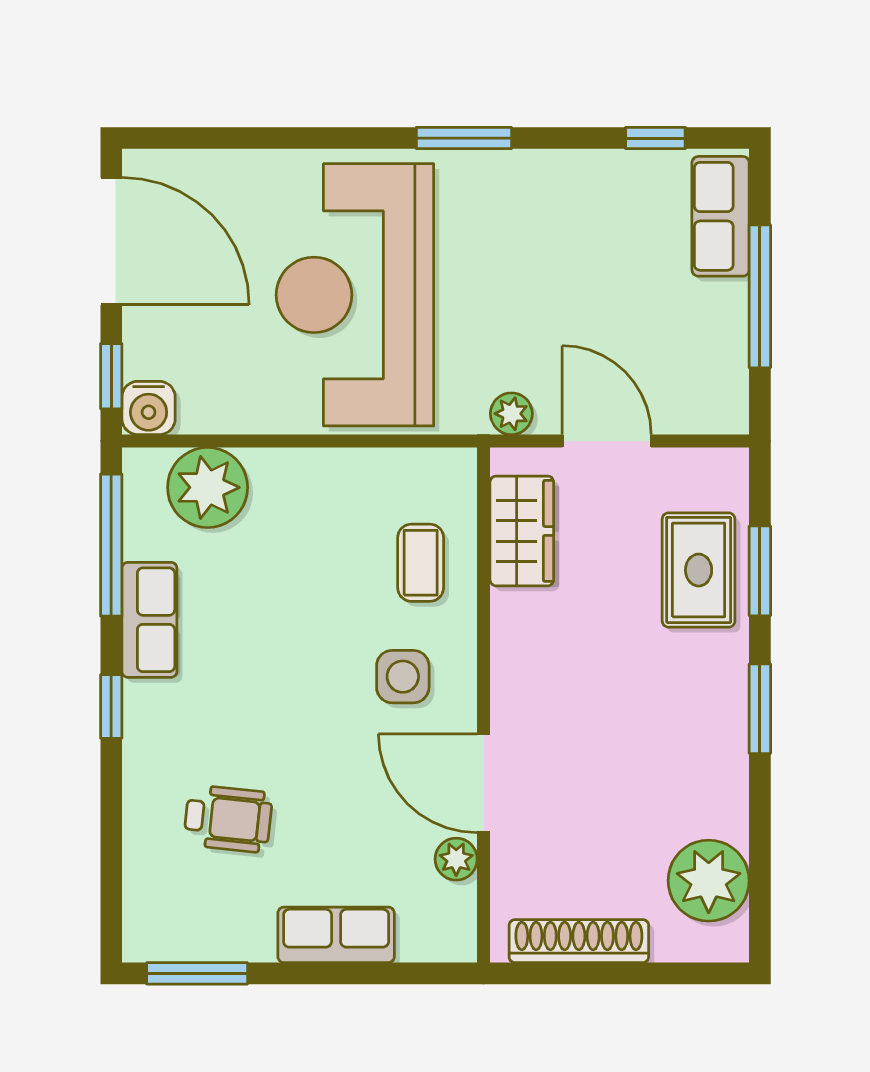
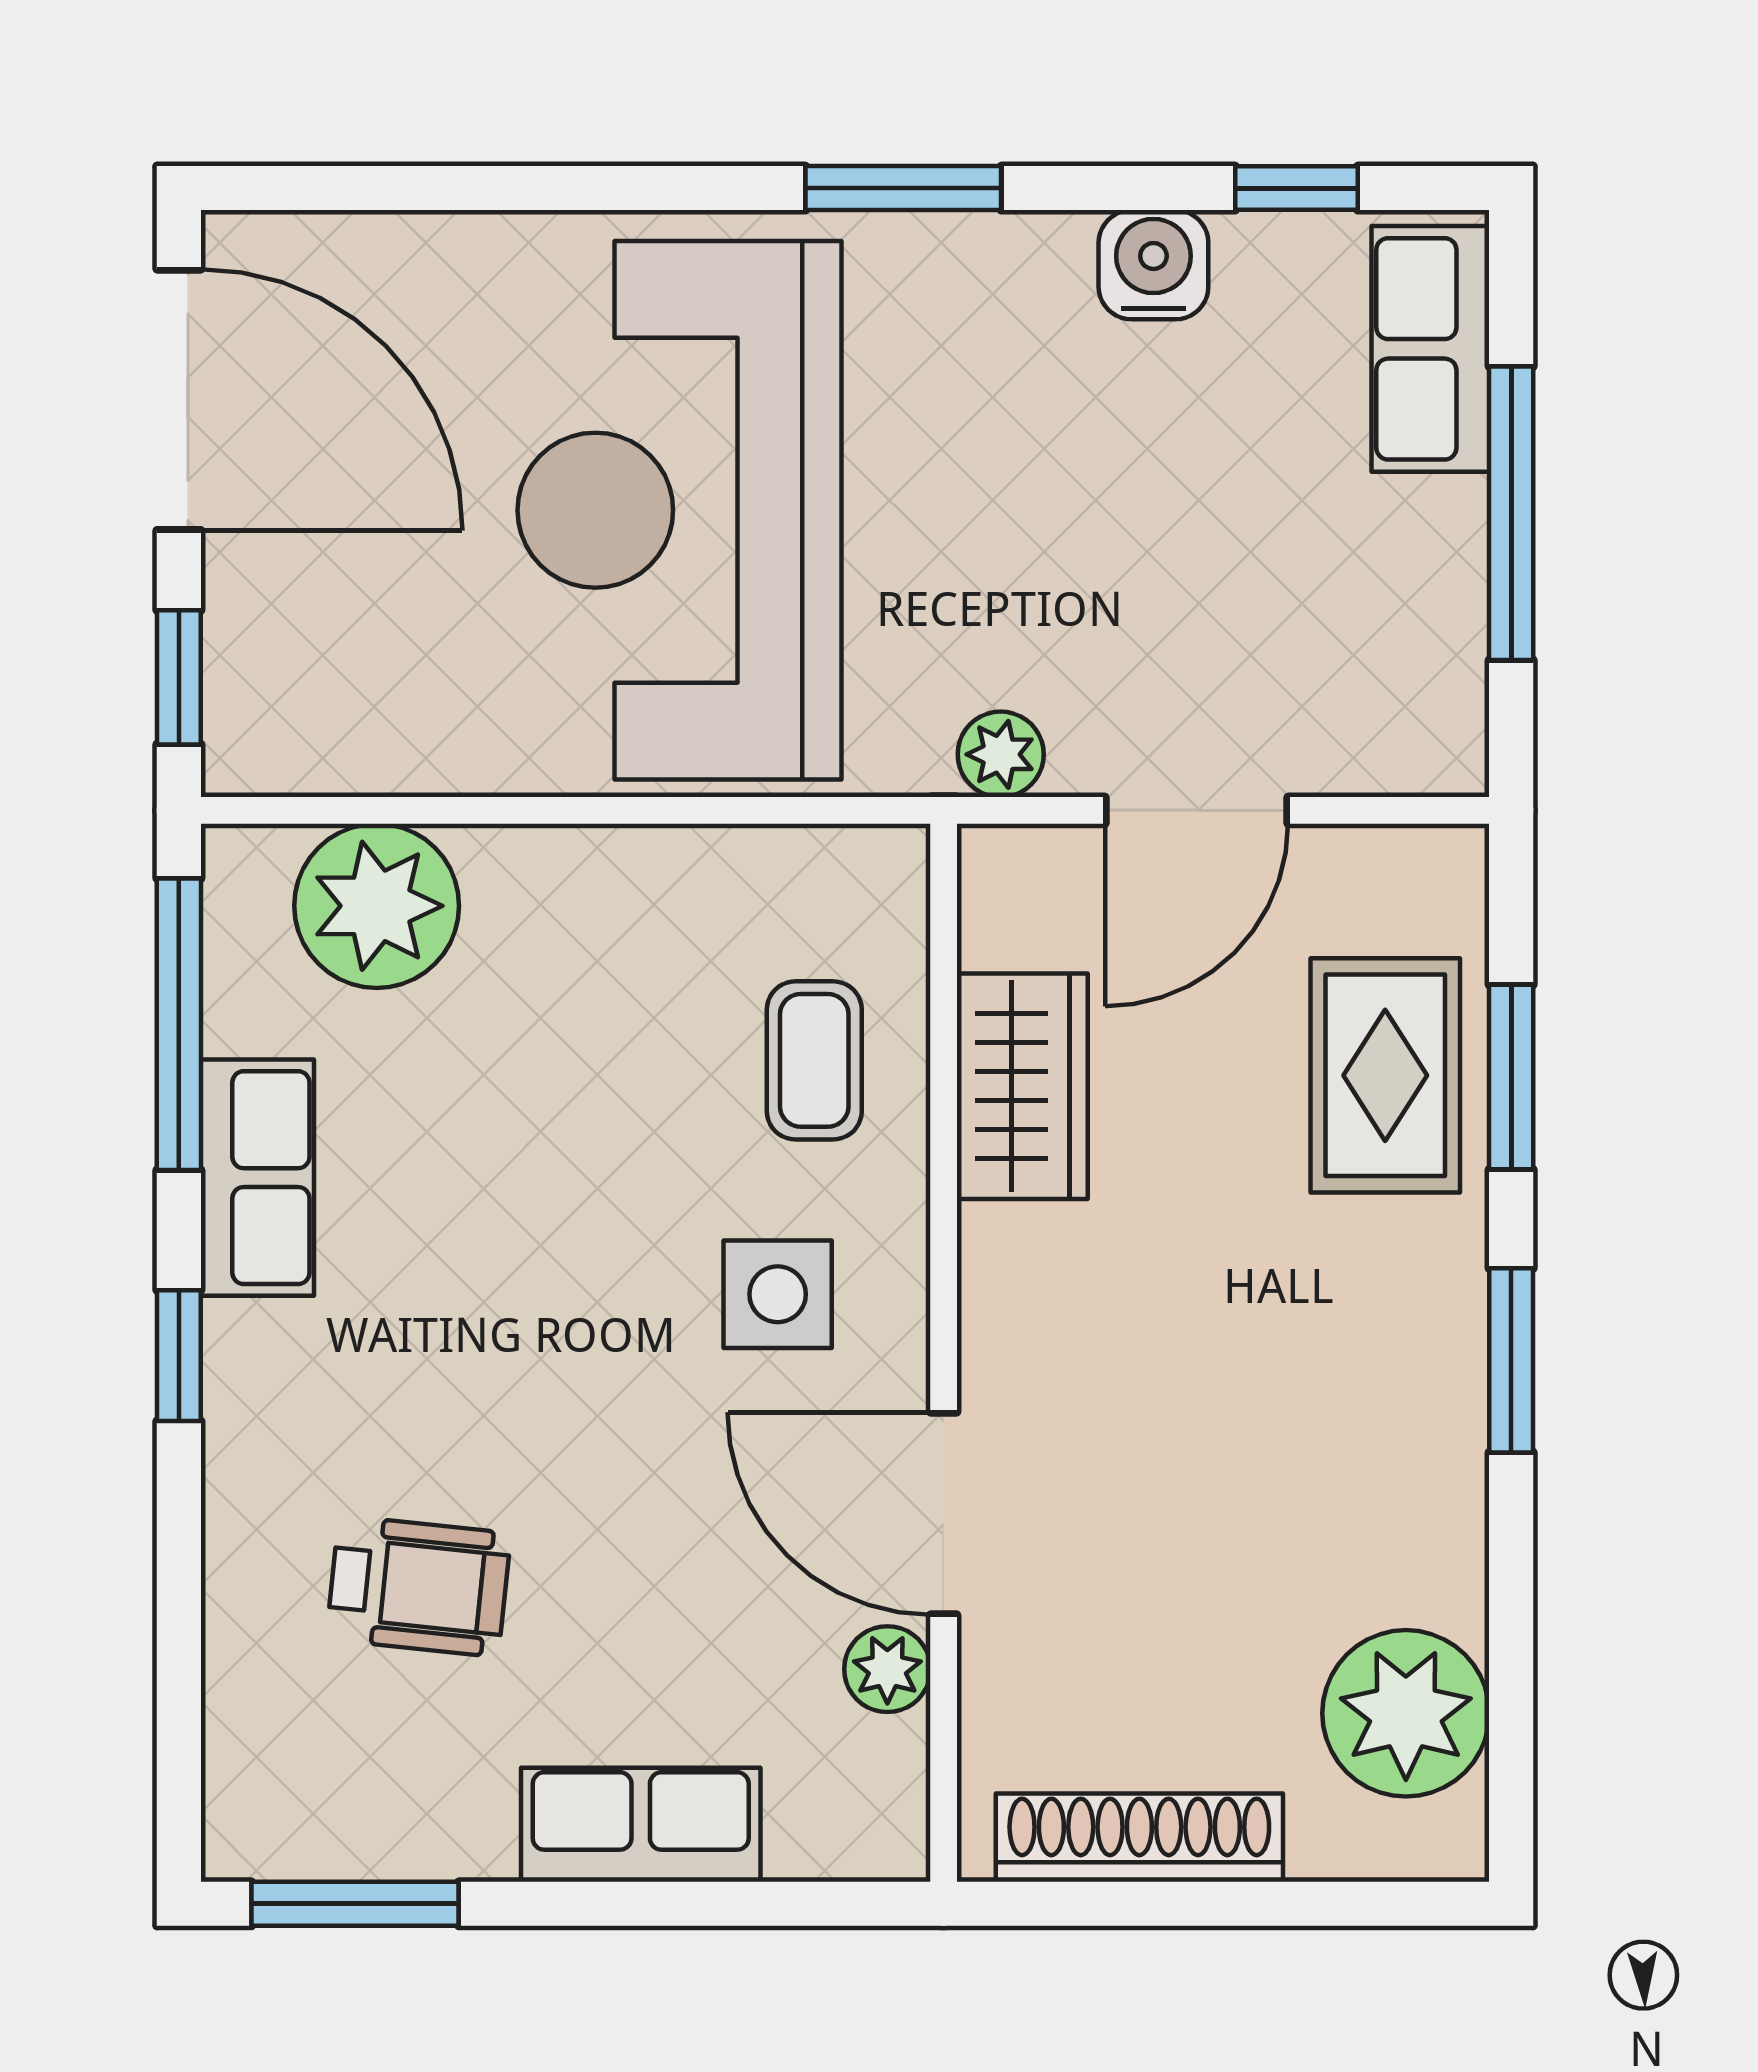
water cooler: (149, 408) -> (1153, 265), moved, turned 180
door: (607, 441) -> (1196, 810), swing flipped
wardrobe: (522, 531) -> (1022, 1086), moved

